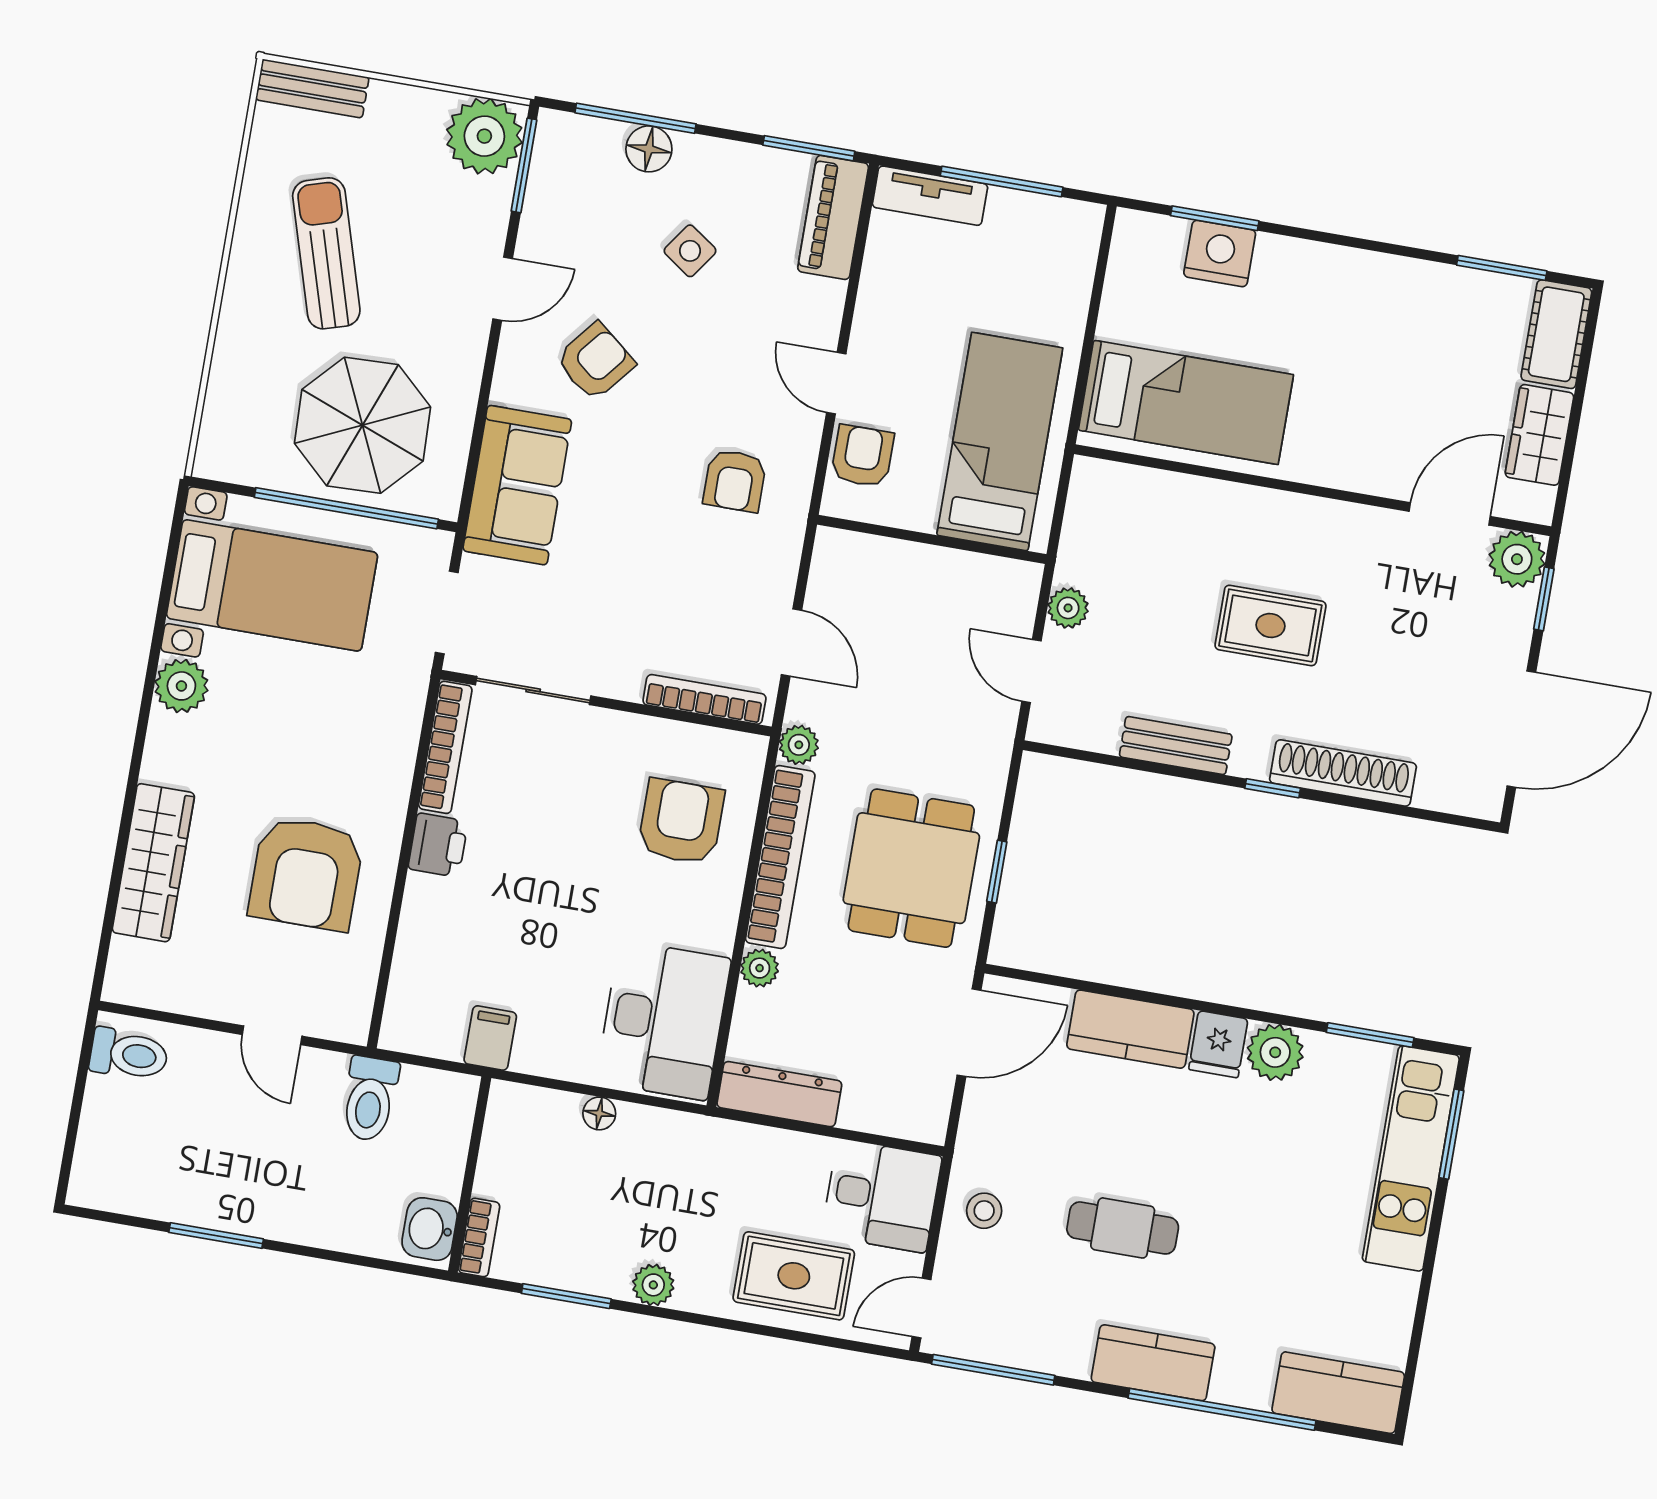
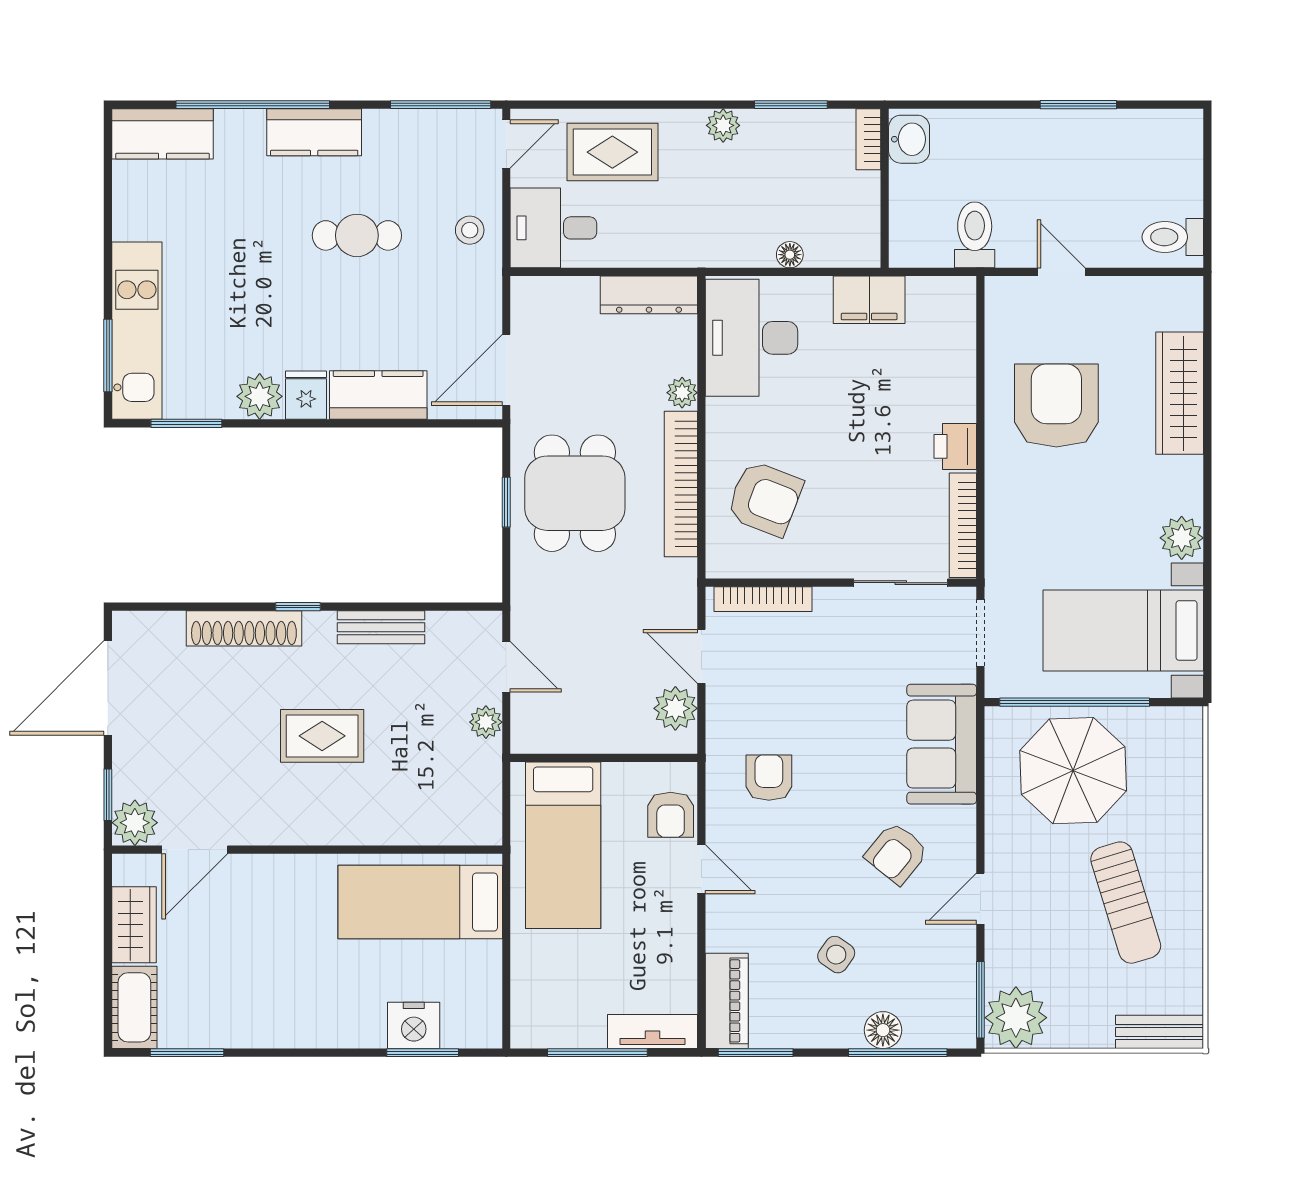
plant: (799, 745) -> (675, 708), moved, width x1.38, depth x1.38
armchair: (681, 822) -> (765, 499), turned -69
filing cabinet: (490, 1038) -> (869, 300), width x2.00

